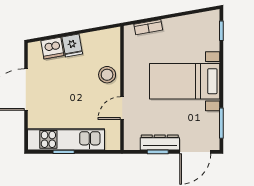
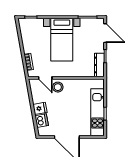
door: (122, 108) -> (45, 78), moved
dresser: (160, 143) -> (99, 65), moved

